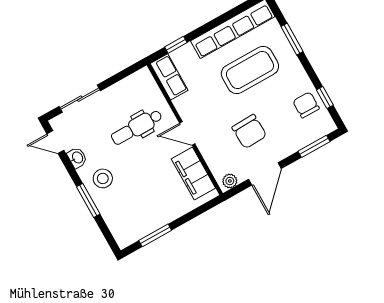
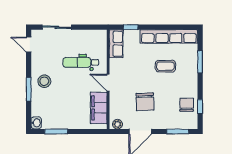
coffee table: (250, 70) -> (165, 66), width x0.54, depth x0.58
washbasin: (77, 158) -> (36, 123), moved

